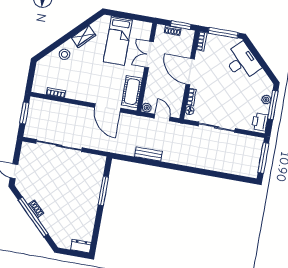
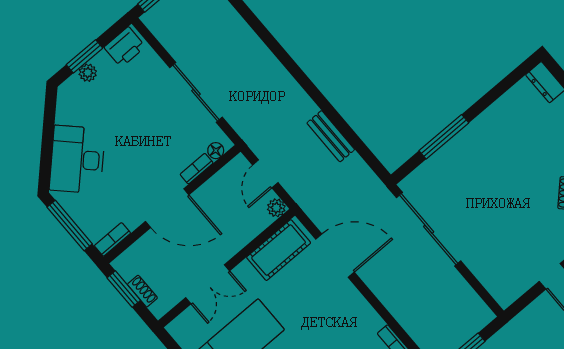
door: (190, 72) -> (167, 208), hinge flipped
window: (273, 105) -> (84, 56), width x0.69
door: (108, 108) -> (335, 256), hinge flipped
sliding door: (59, 146) -> (429, 229), moved

